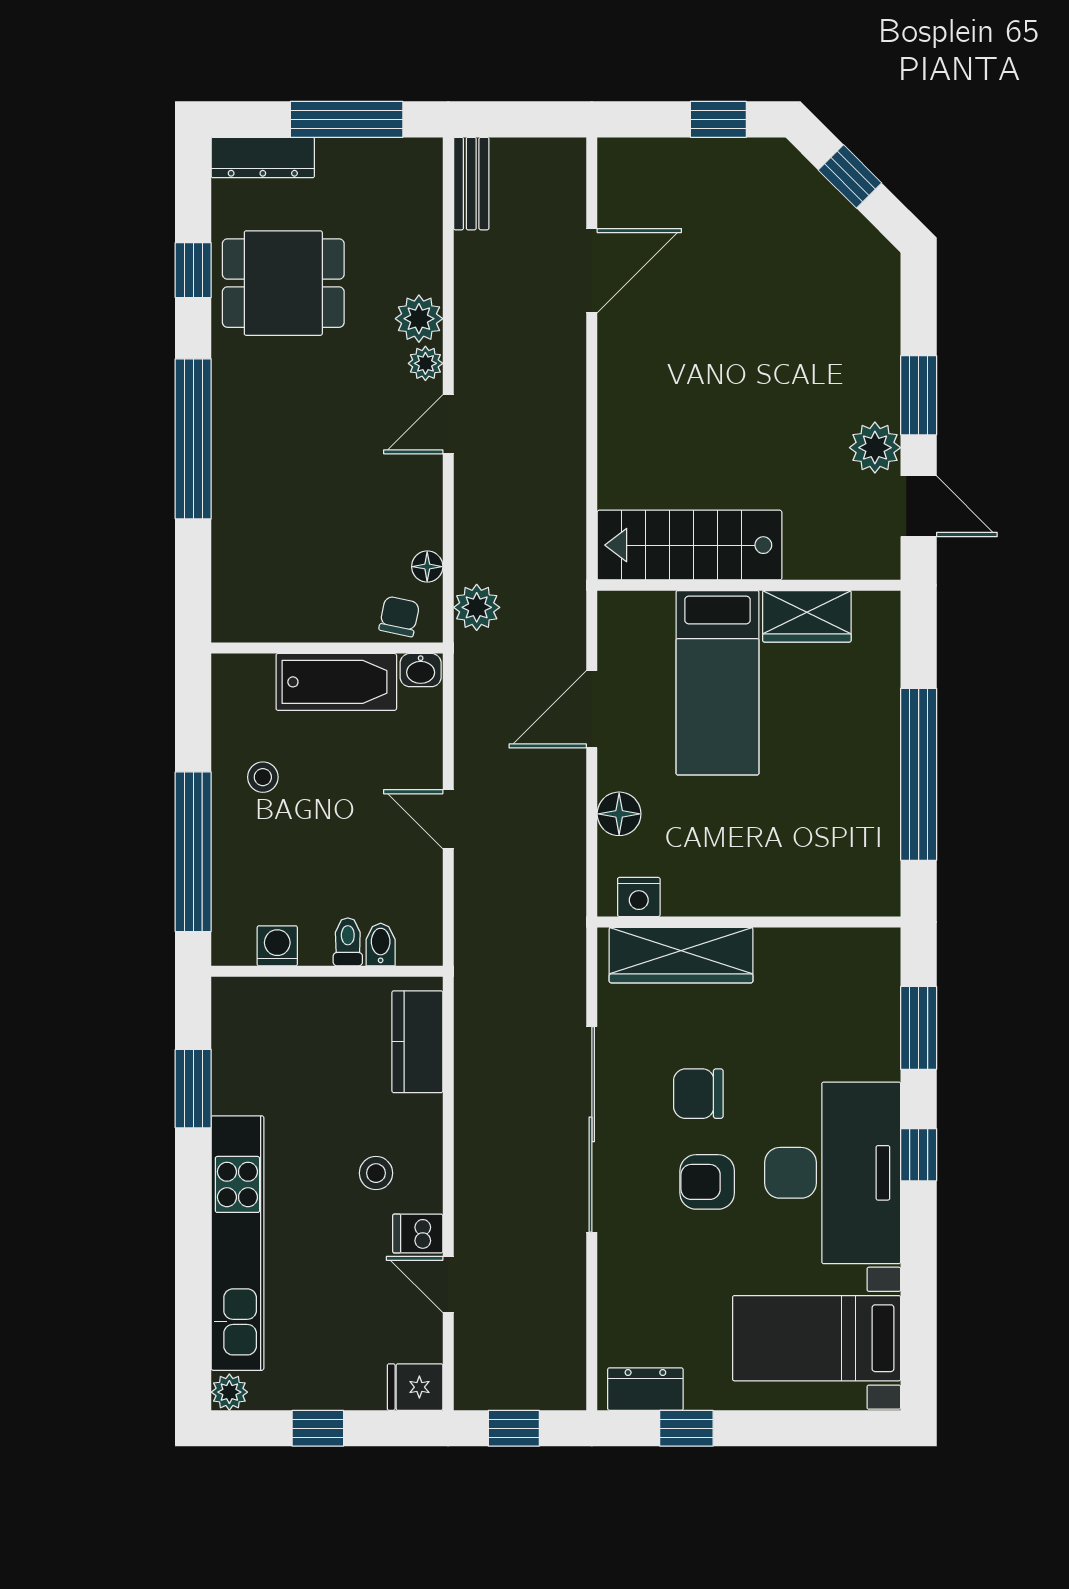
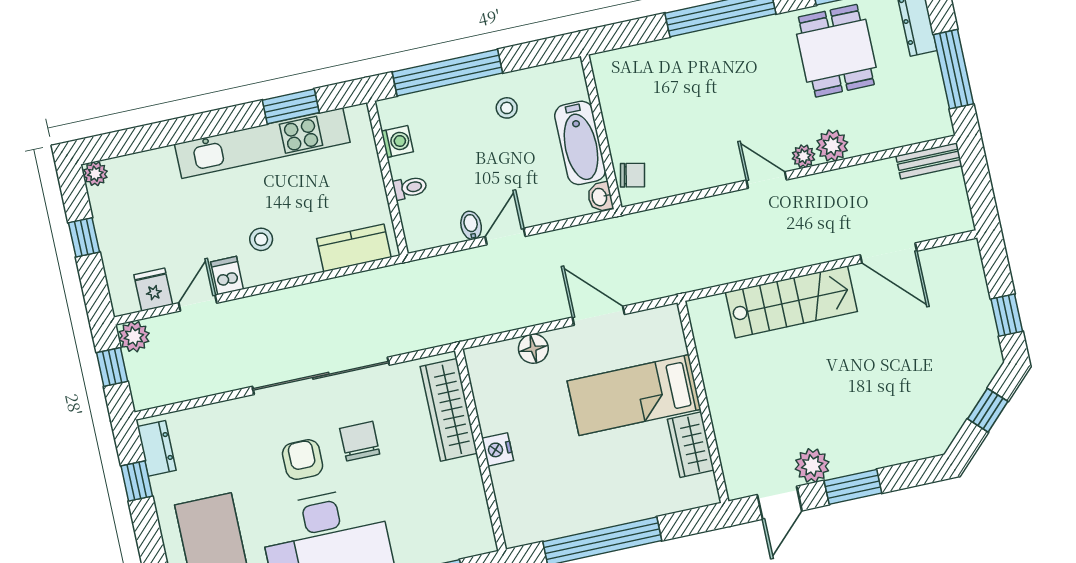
stairs: (689, 545) -> (791, 302), moved, turned 90
floor lamp: (427, 567) -> (669, 186), removed
plant: (477, 607) -> (134, 337), moved
nightstand: (639, 897) -> (498, 449), moved
bidet: (381, 945) -> (471, 225), moved, turned -90
kitchen unit: (237, 1243) -> (262, 143), moved
fridge: (415, 1387) -> (153, 290), moved

